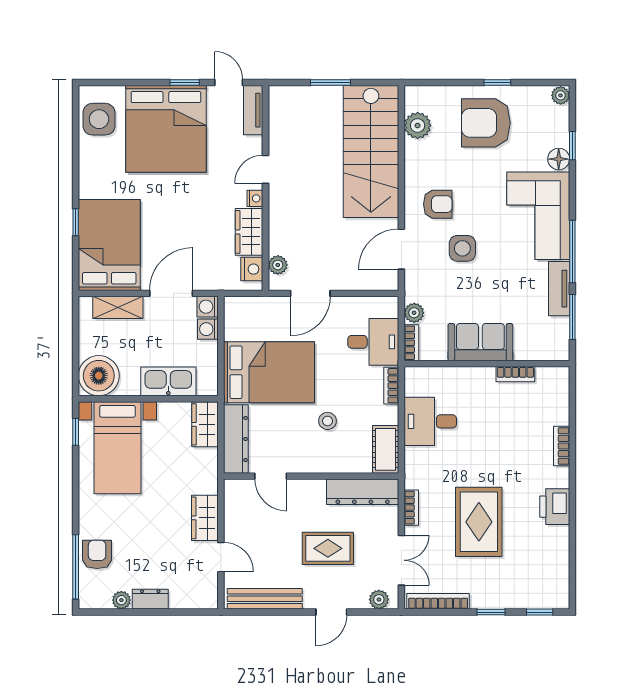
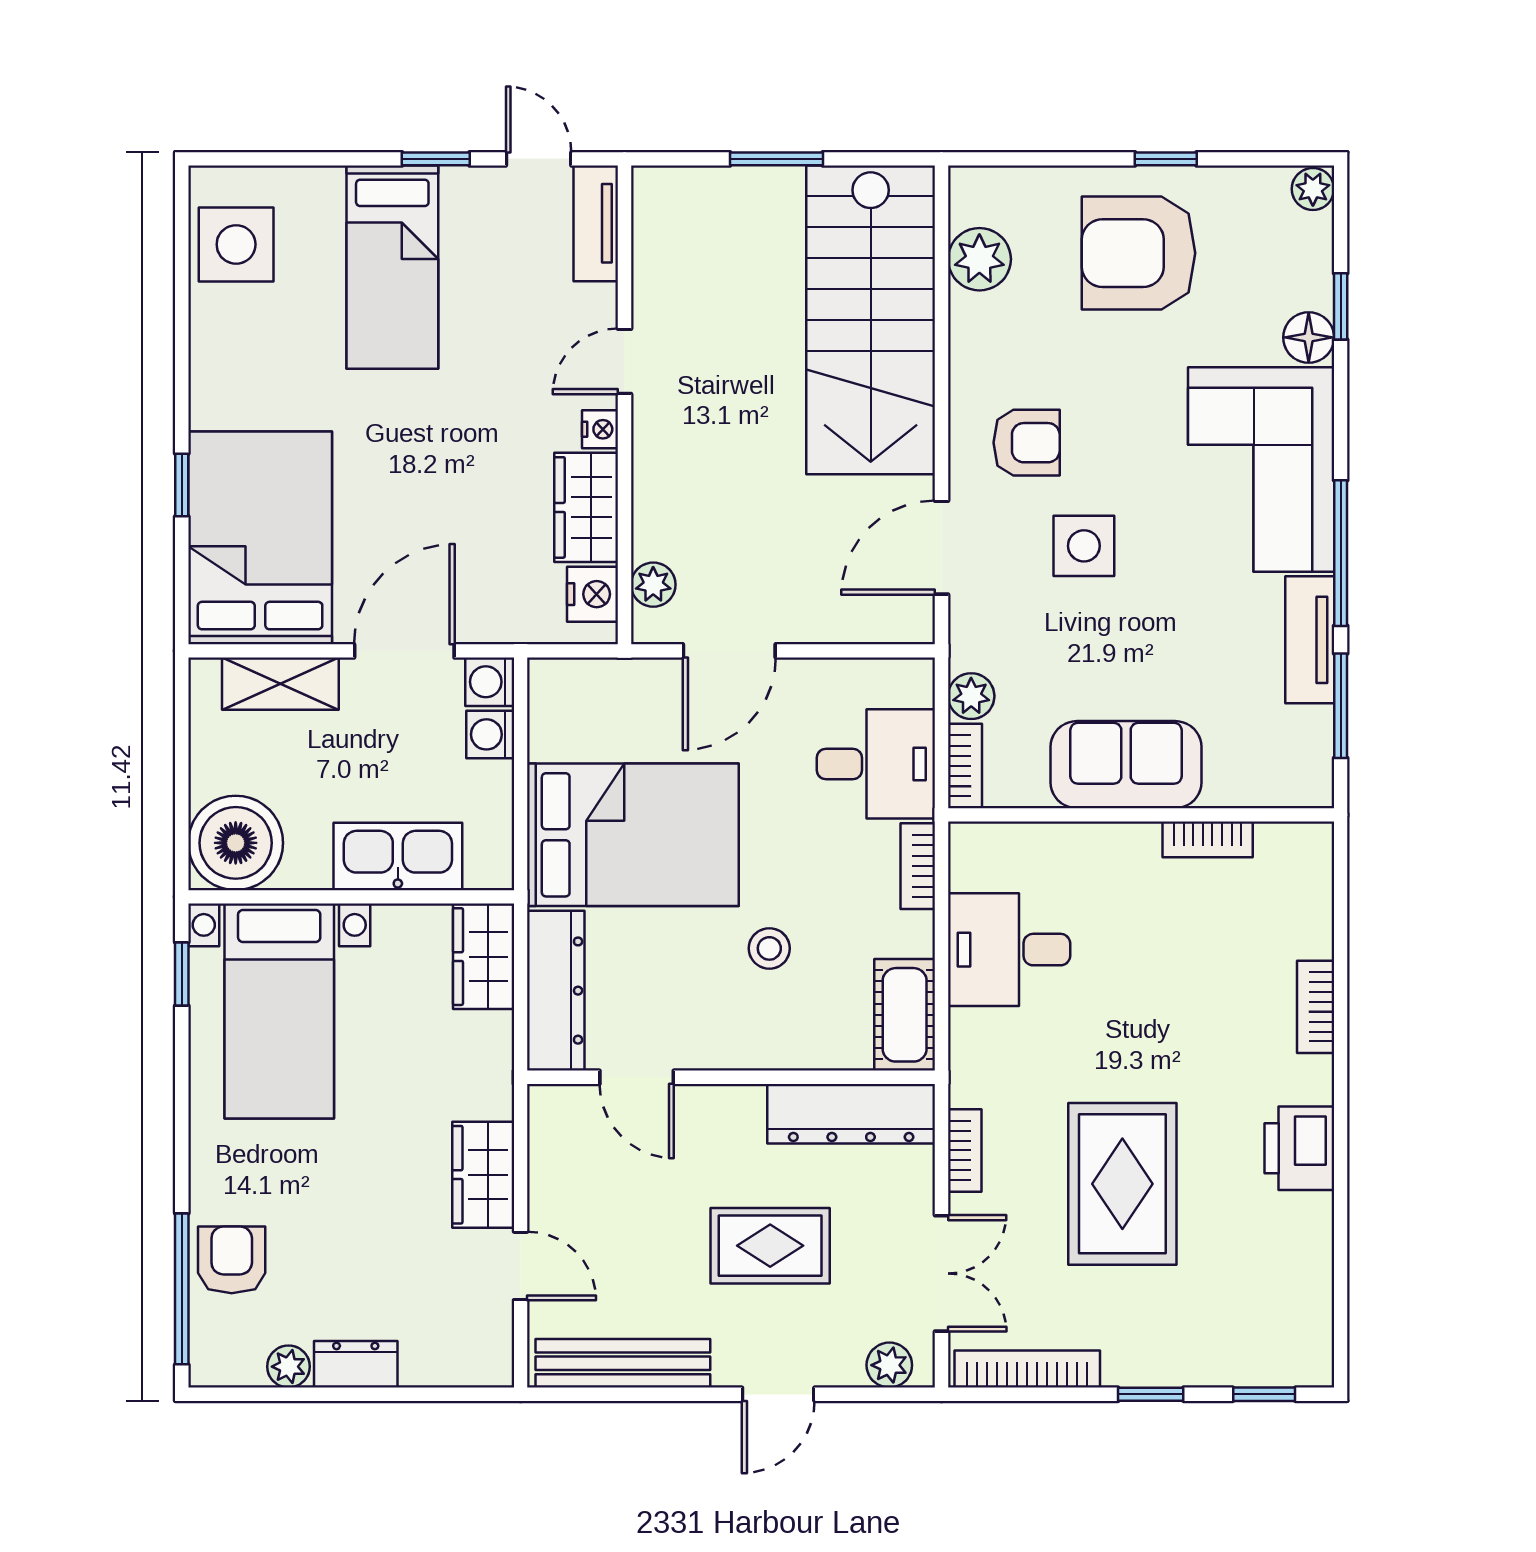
bed: (166, 129) -> (392, 267), width x0.49

